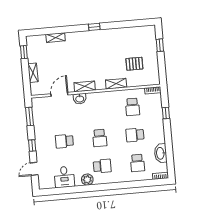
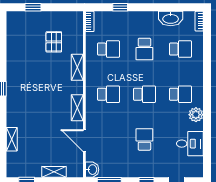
washbasin: (80, 99) -> (92, 170), moved
school desk: (97, 110) -> (108, 94), added
school desk: (64, 141) -> (144, 139), turned 180
school desk: (102, 166) -> (180, 94), turned 90

